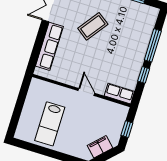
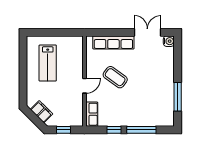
coffee table: (93, 26) -> (115, 77), moved
lab bench: (50, 124) -> (48, 63), turned -90

